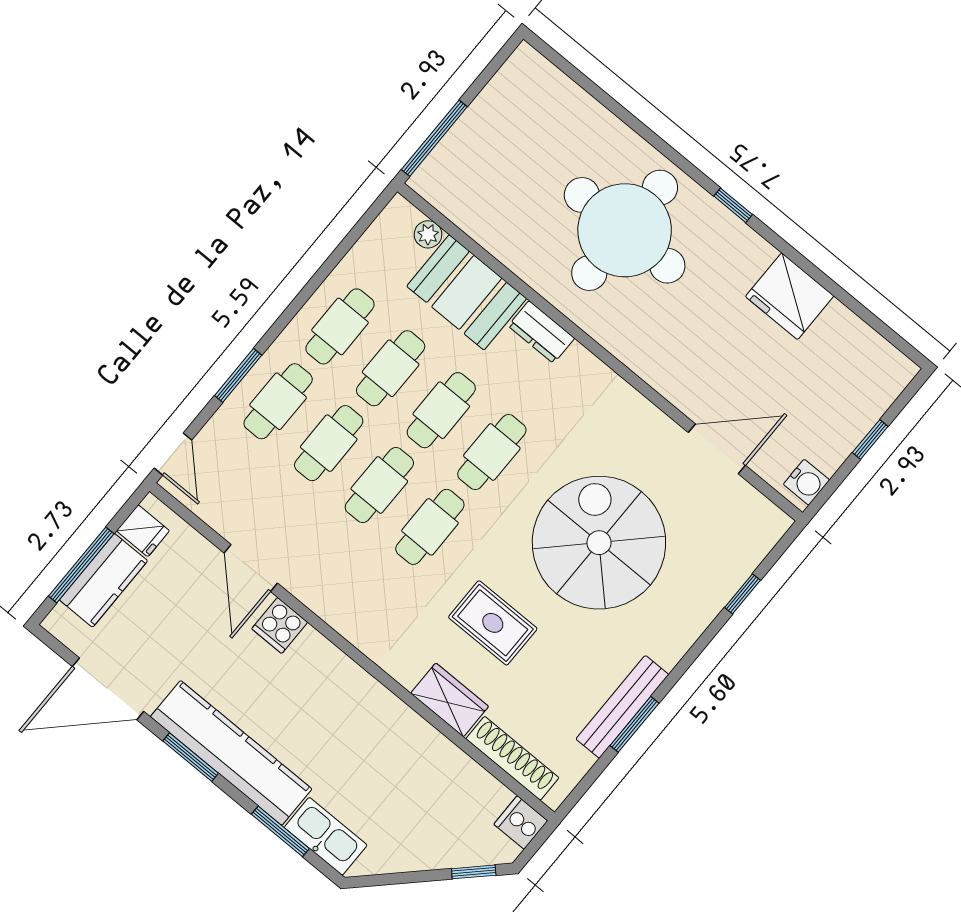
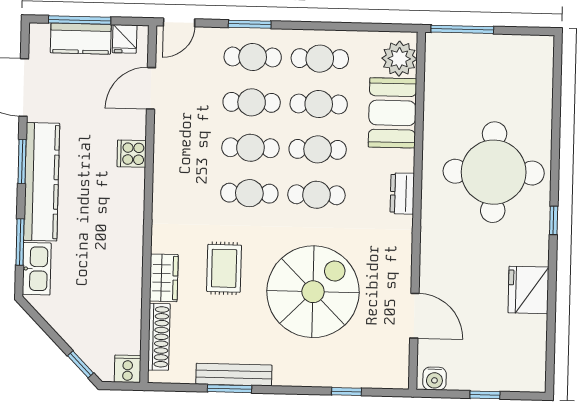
plant: (428, 234) -> (399, 59), width x1.88, depth x1.88
dresser: (541, 332) -> (402, 193), moved
door: (251, 568) -> (151, 88), moved

